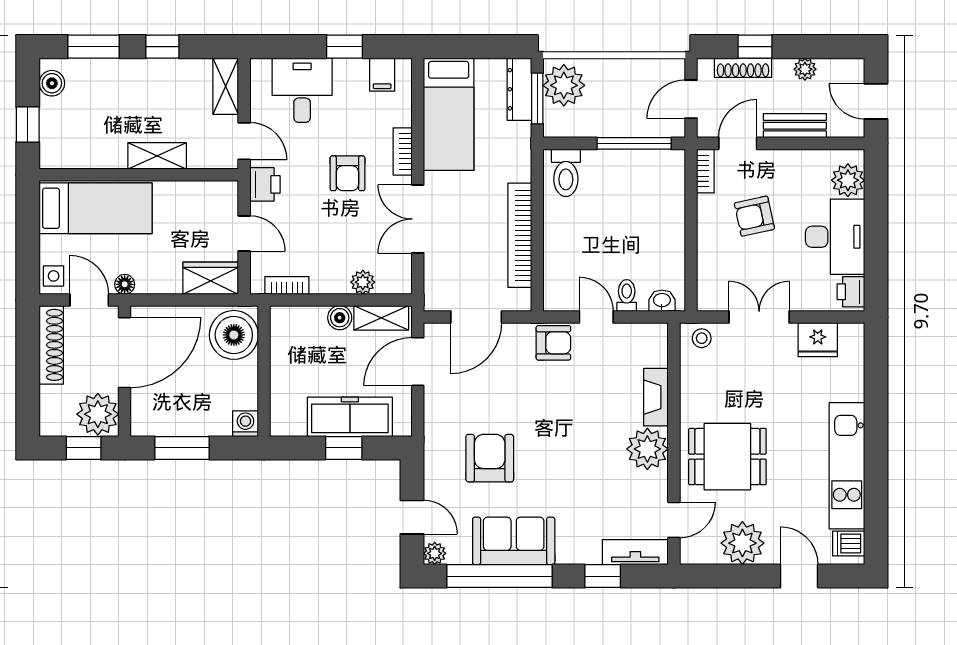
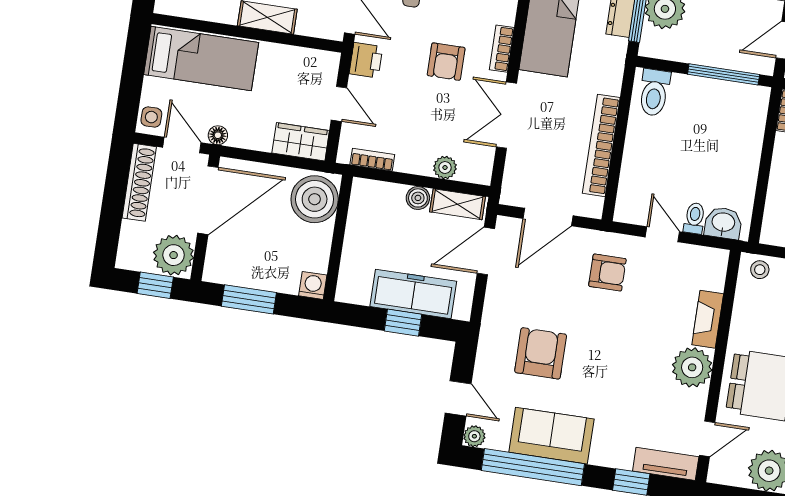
washbasin: (662, 301) -> (723, 223), width x1.38, depth x1.45
armchair: (553, 343) -> (607, 273), moved

